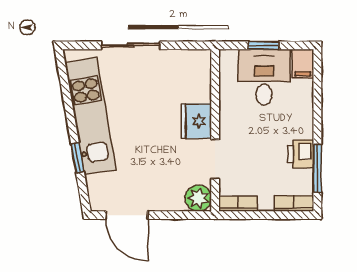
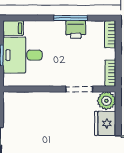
fridge: (196, 121) -> (105, 123), moved, turned 90
window: (317, 168) -> (71, 18), moved

